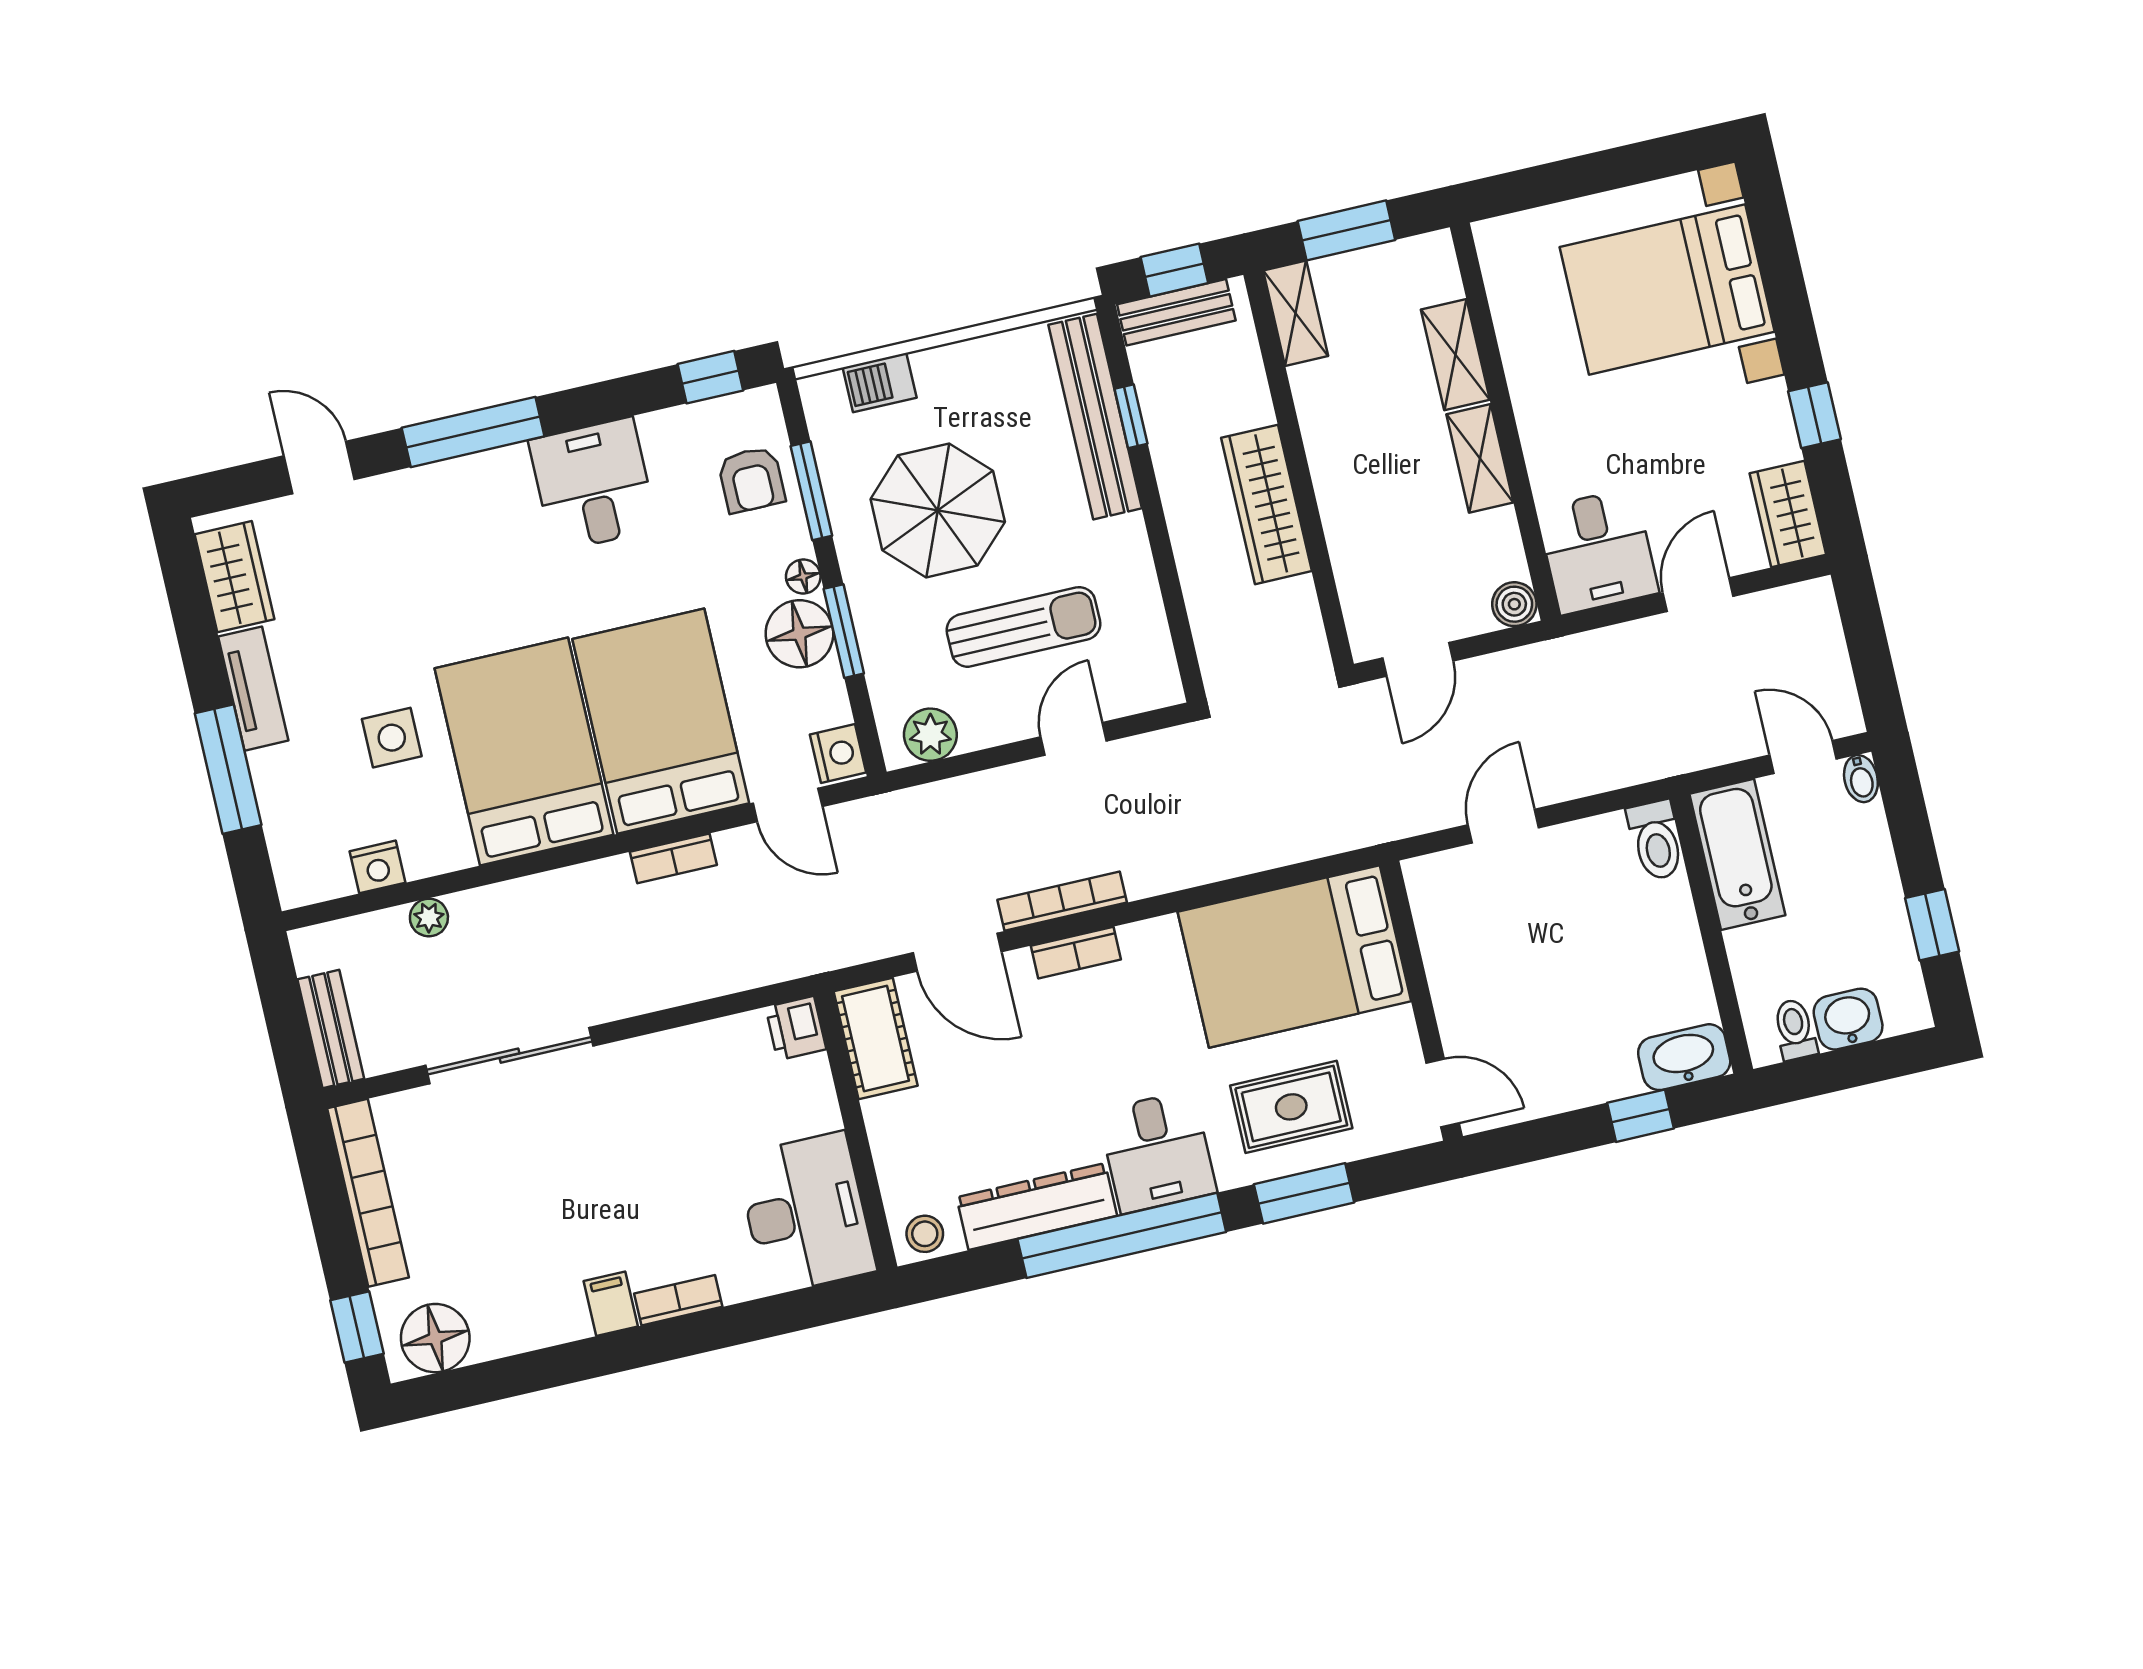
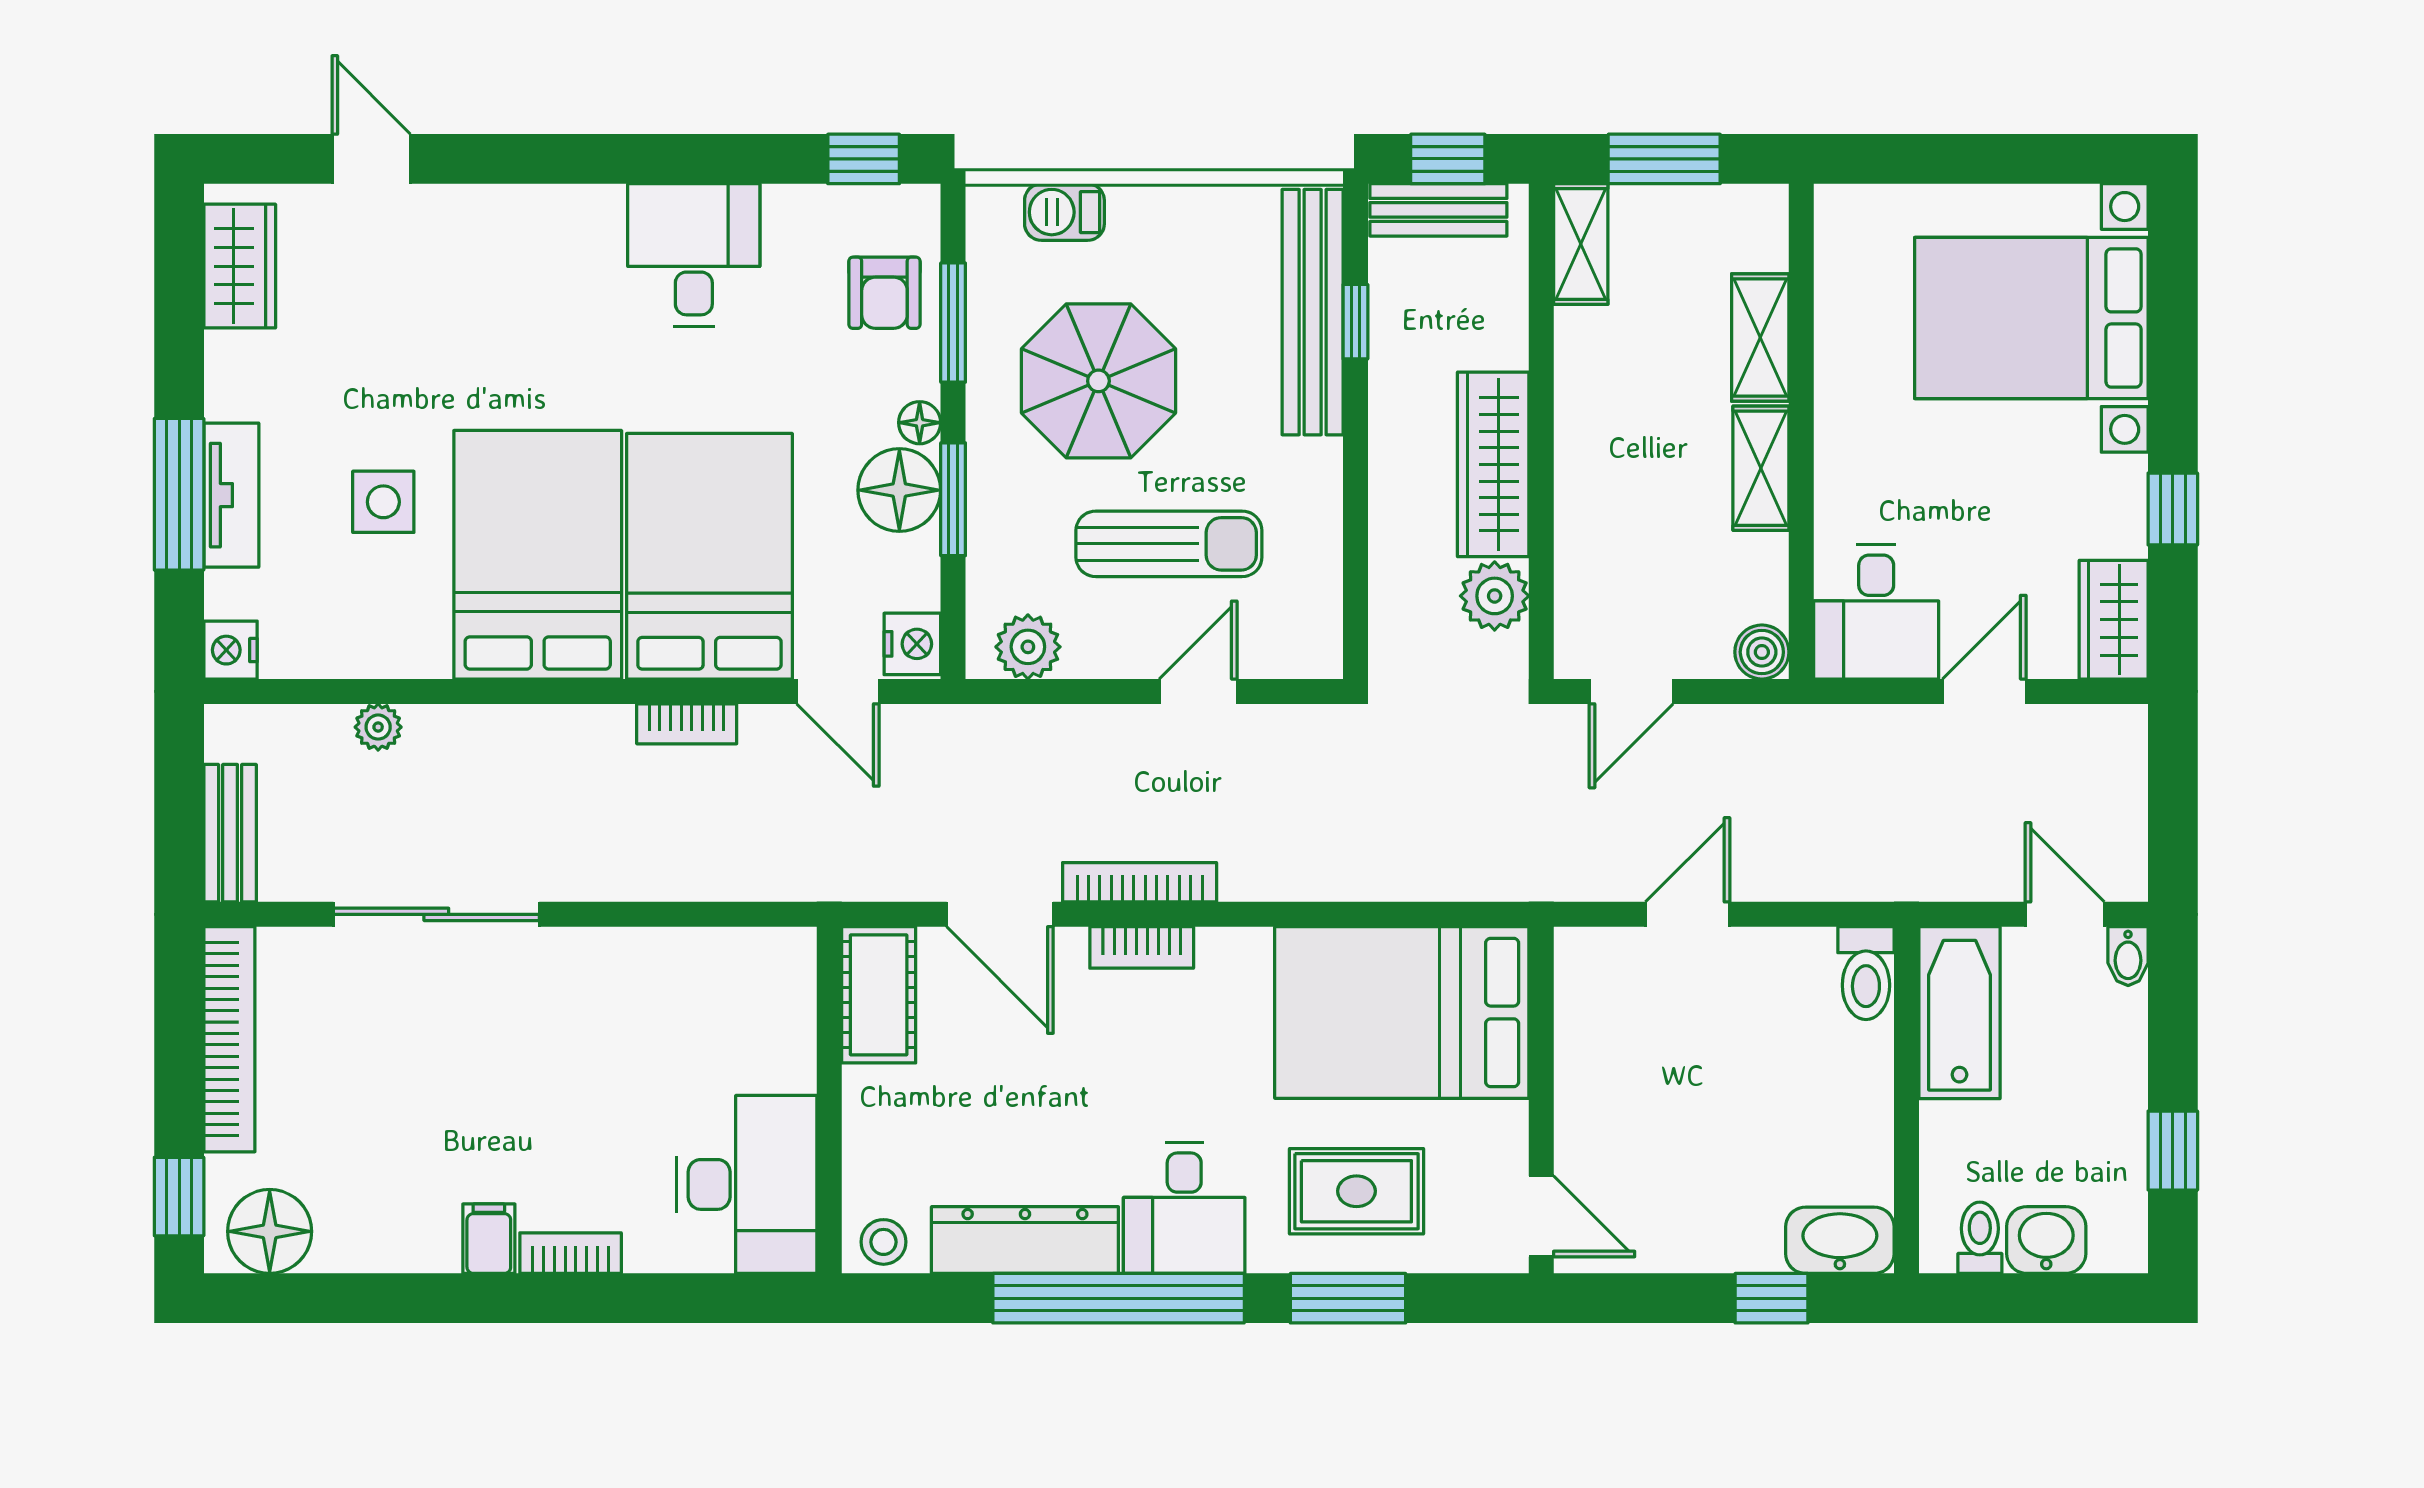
window: (473, 432) -> (565, 159), removed
plant: (1292, 609) -> (1495, 596), added
tv unit: (253, 689) -> (231, 495), moved
nightstand: (377, 867) -> (230, 650), moved, turned 90
printer: (796, 1028) -> (786, 960), removed

